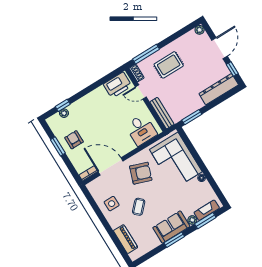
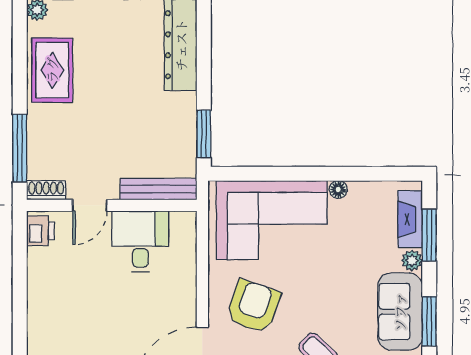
rug: (169, 65) -> (52, 70), moved
printer: (117, 85) -> (40, 231), width x0.53, depth x0.68
desk: (141, 130) -> (140, 241), moved, turned -90

